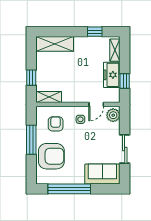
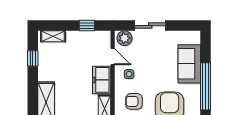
freezer: (112, 75) -> (102, 80), moved, turned 90
sliding door: (125, 149) -> (150, 26), moved
sofa: (102, 174) -> (189, 64), moved

